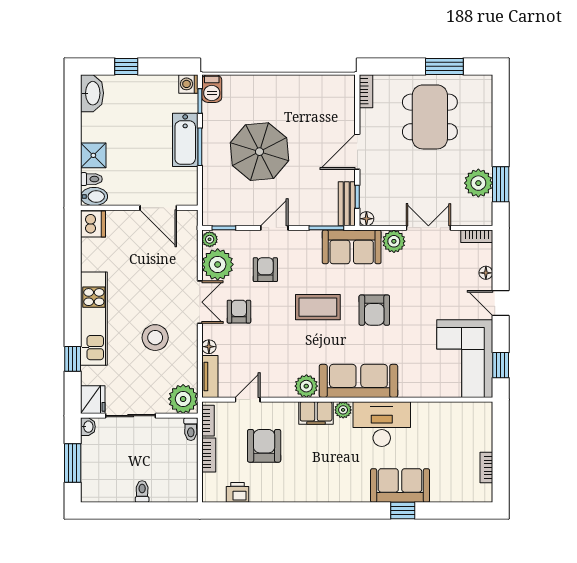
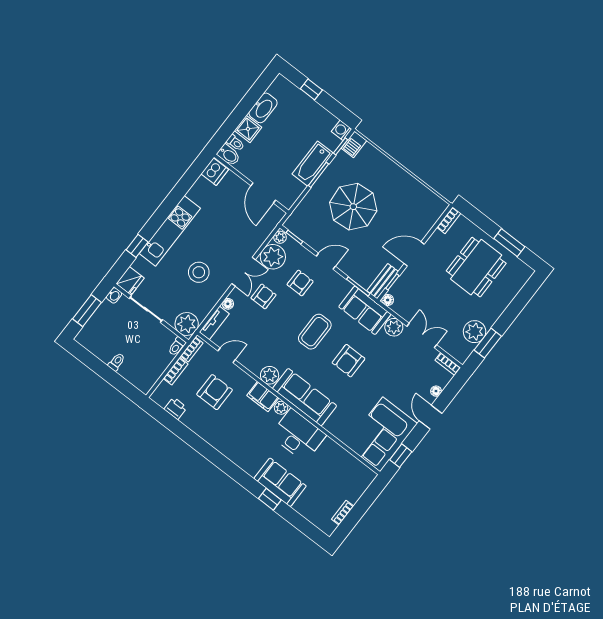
washbasin: (92, 93) -> (263, 108), moved
coffee table: (318, 307) -> (315, 332), turned 90

